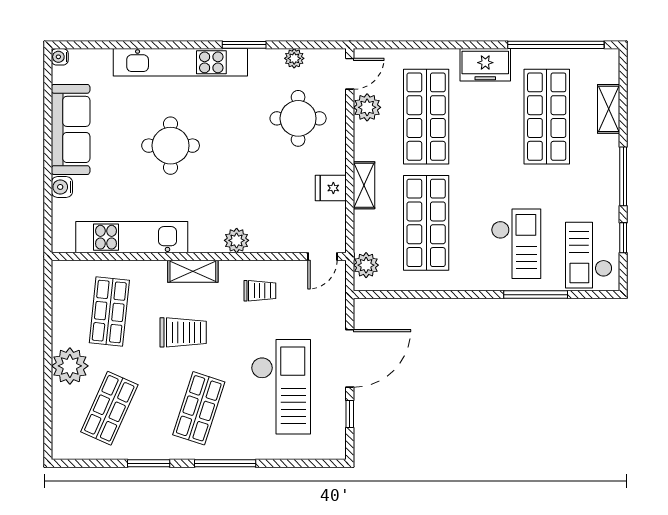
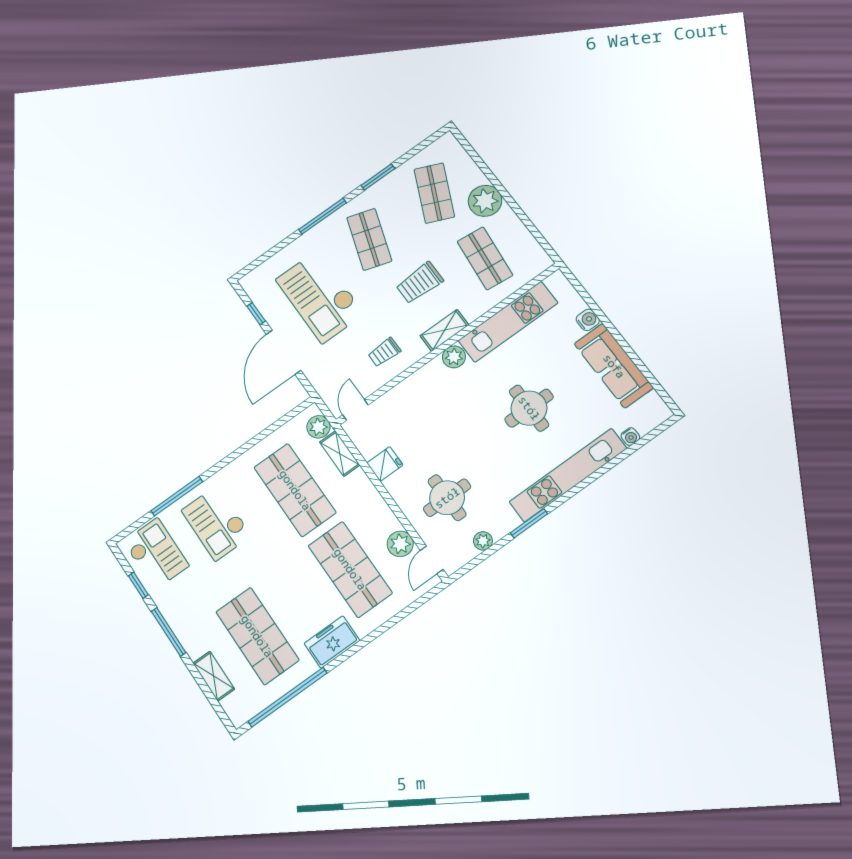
water cooler: (60, 57) -> (630, 437), moved, turned 90
shelving: (364, 185) -> (340, 453), moved
plant: (237, 240) -> (454, 357), moved

